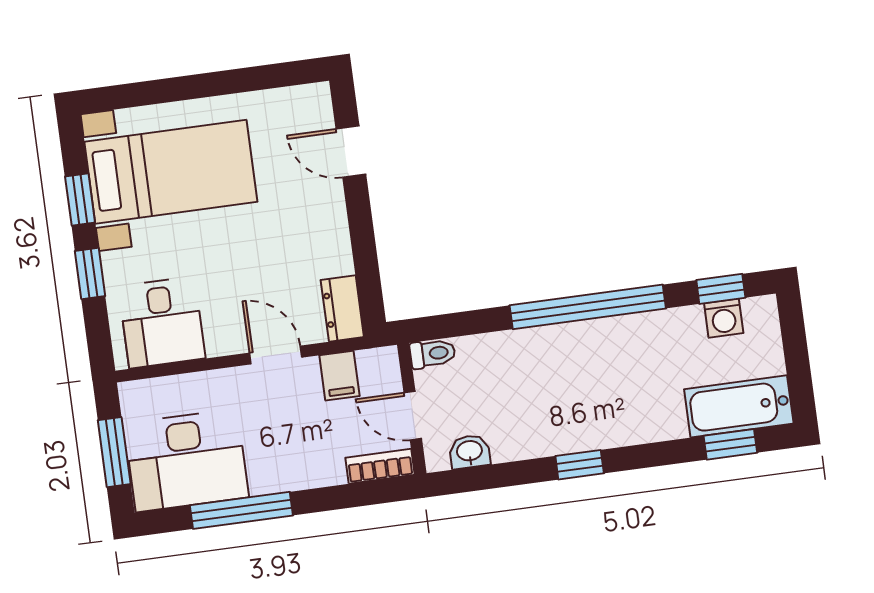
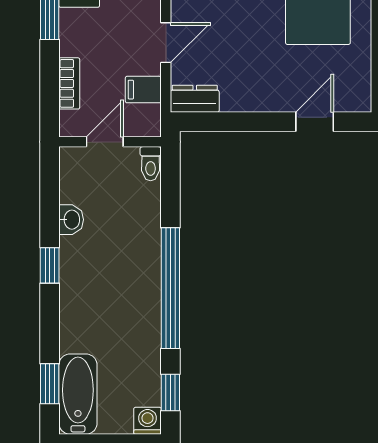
washing machine: (724, 318) -> (148, 421), moved, turned 90
washbasin: (470, 452) -> (71, 220), moved
bookcase: (380, 466) -> (69, 83), moved

